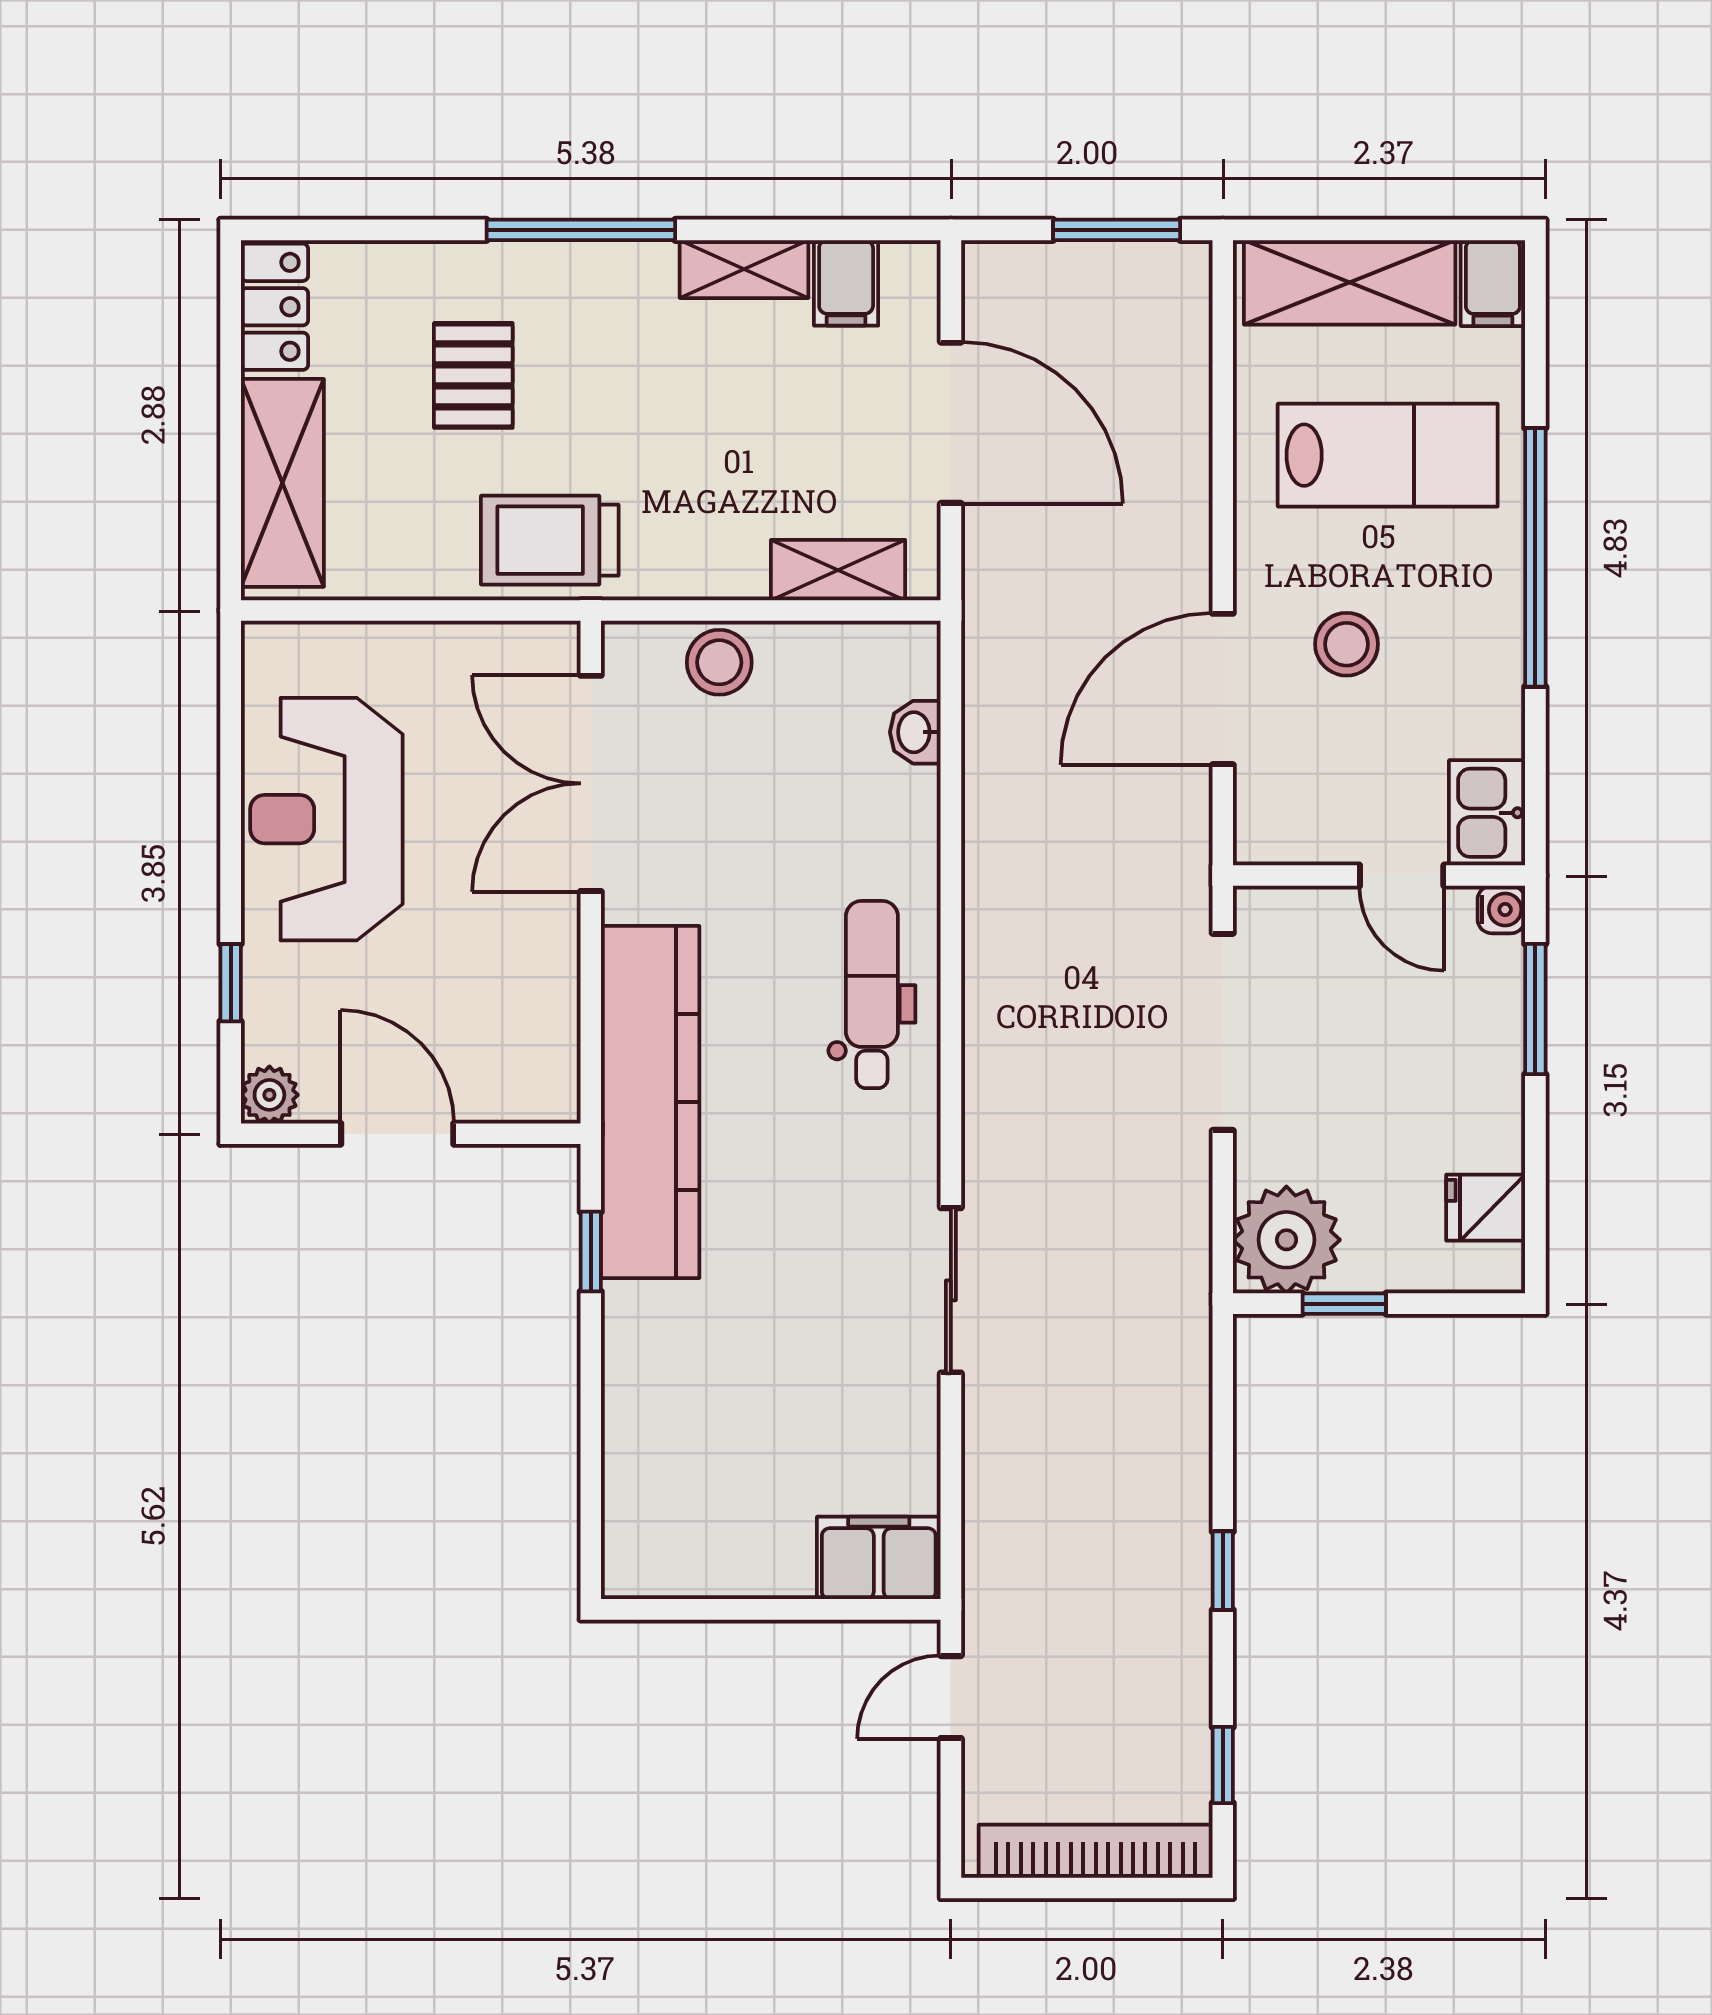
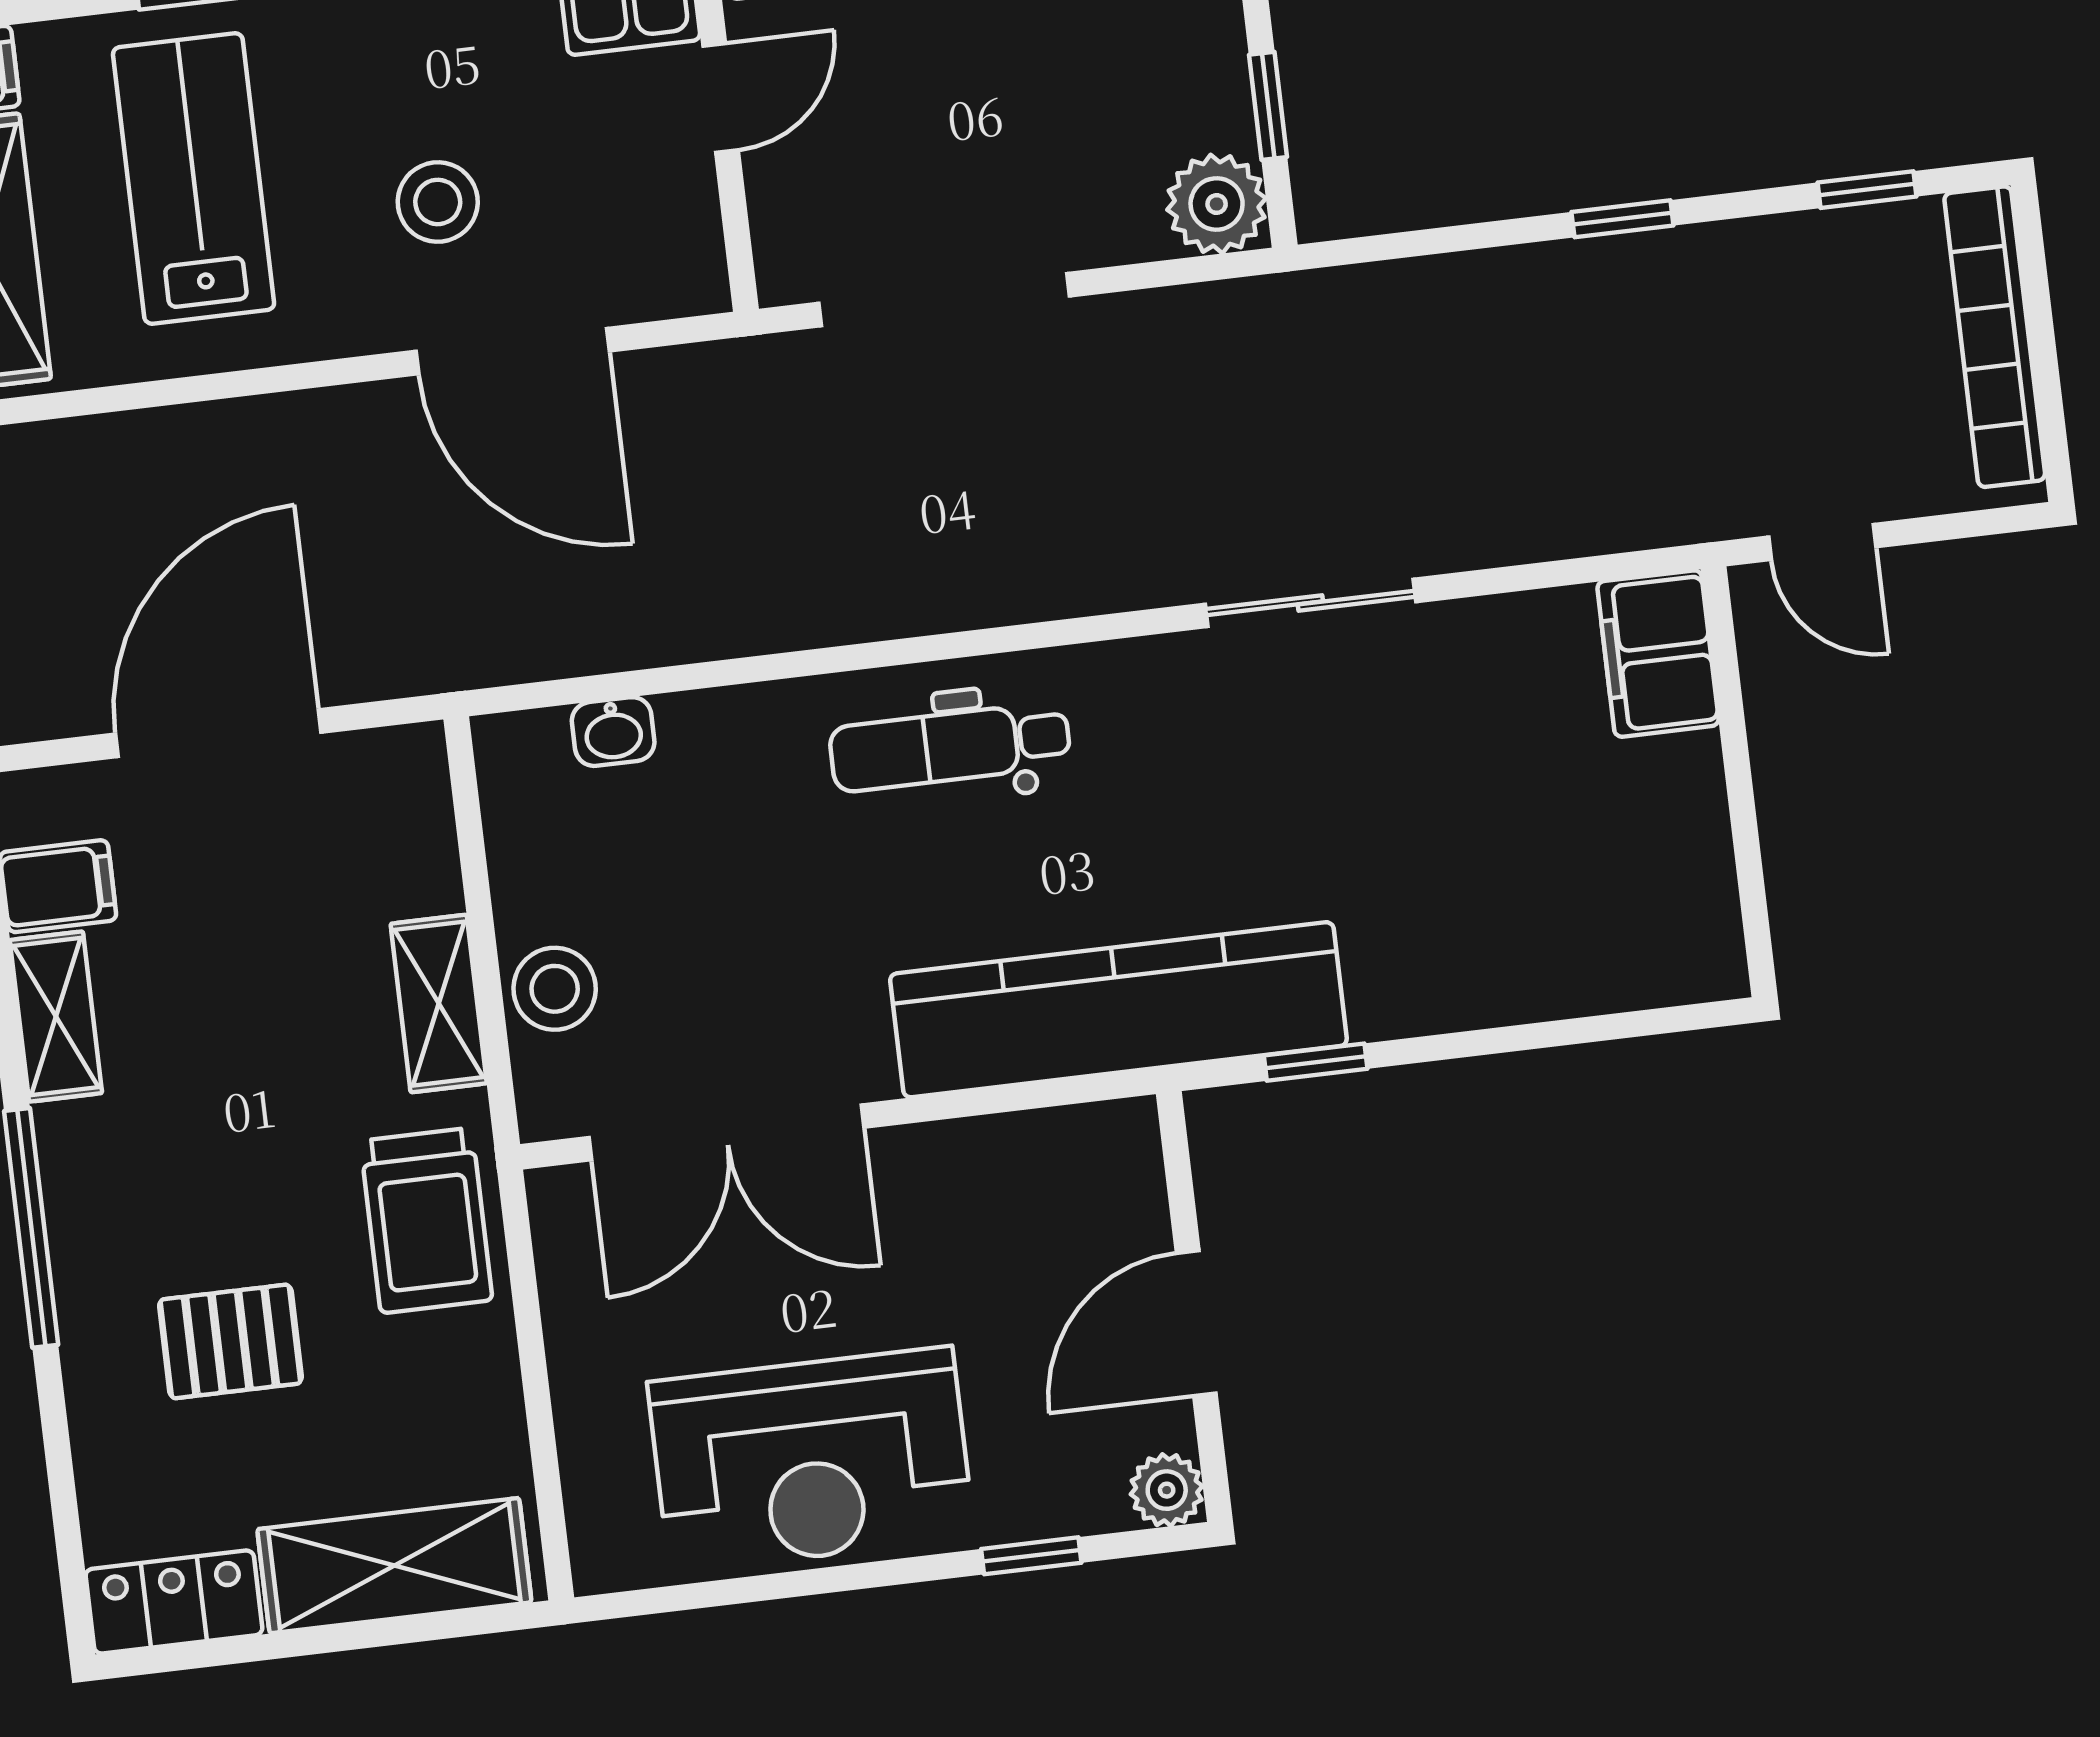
shelving: (838, 570) -> (439, 1004), moved
plant: (1286, 1240) -> (1217, 204), width x0.73, depth x0.73

